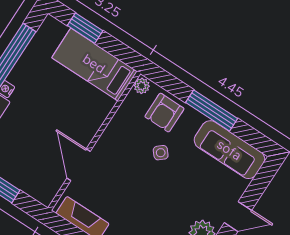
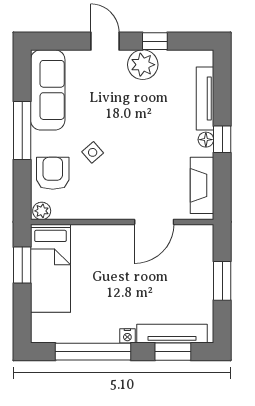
window: (85, 28) -> (22, 265), moved
armchair: (164, 113) -> (53, 173), turned -90

